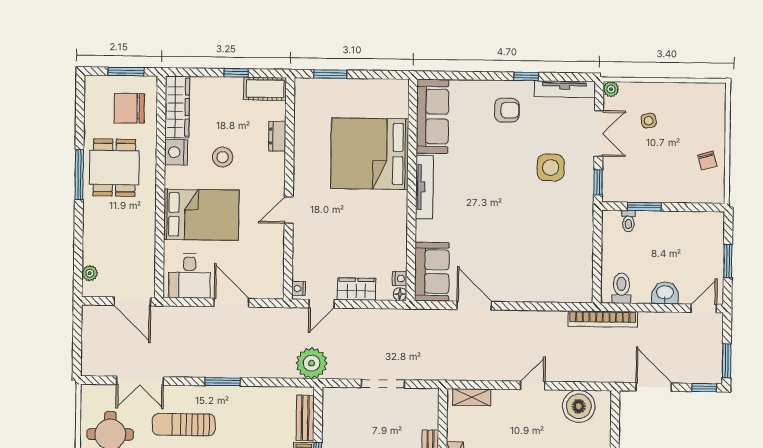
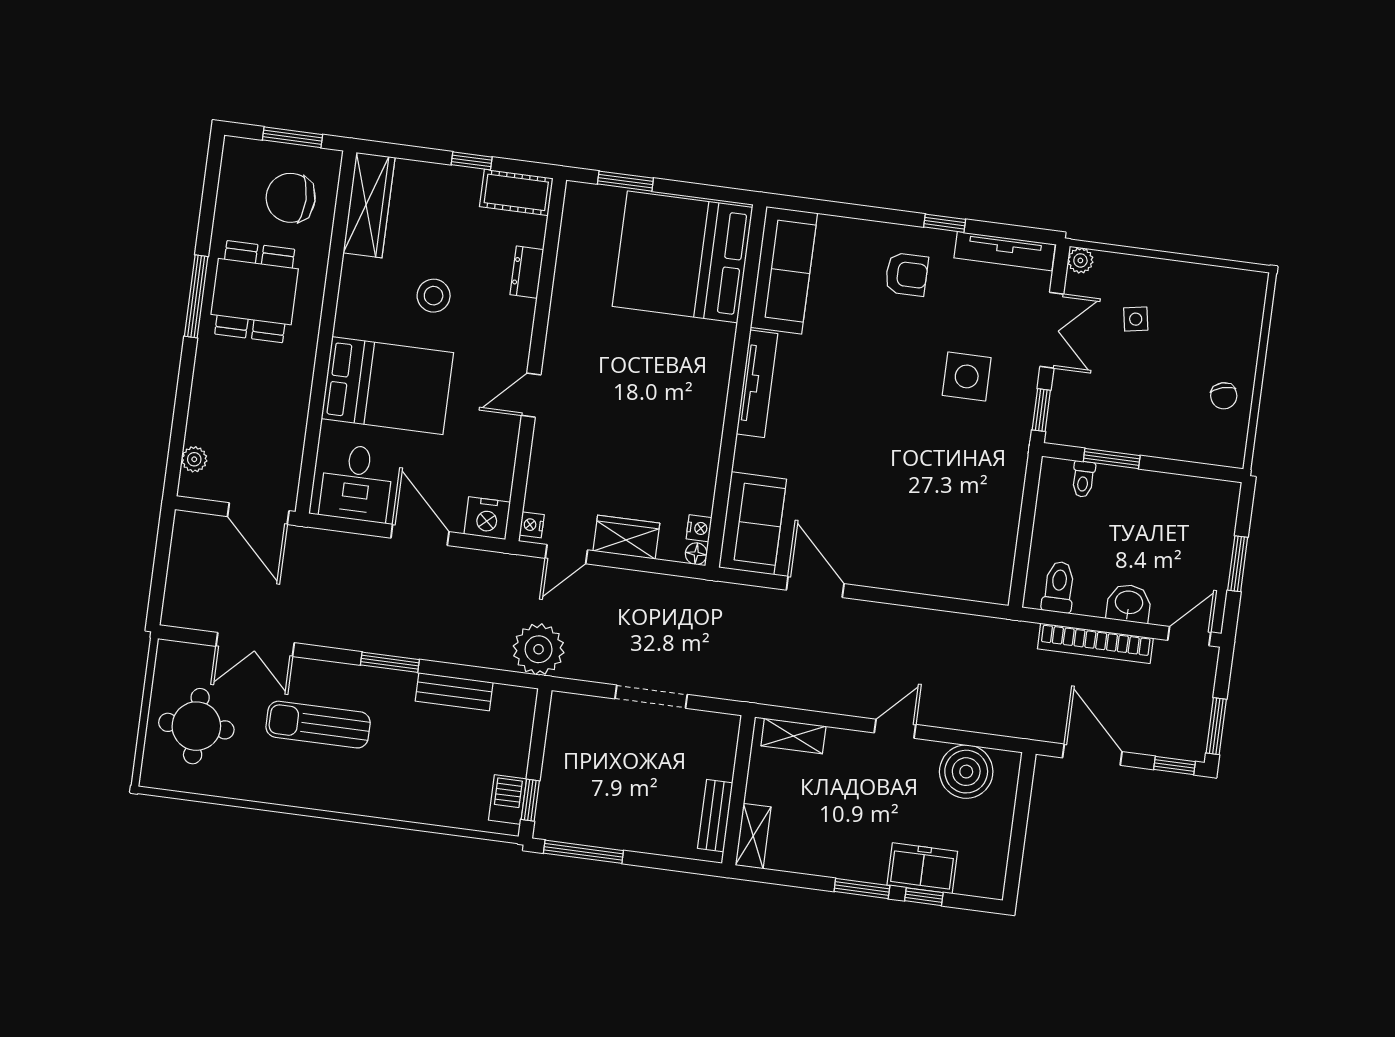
nightstand: (176, 152) -> (487, 518), moved, turned -90
bed: (370, 154) -> (682, 257), moved
bookcase: (603, 319) -> (1095, 643), moved
bench: (305, 418) -> (454, 692), moved, turned 90

